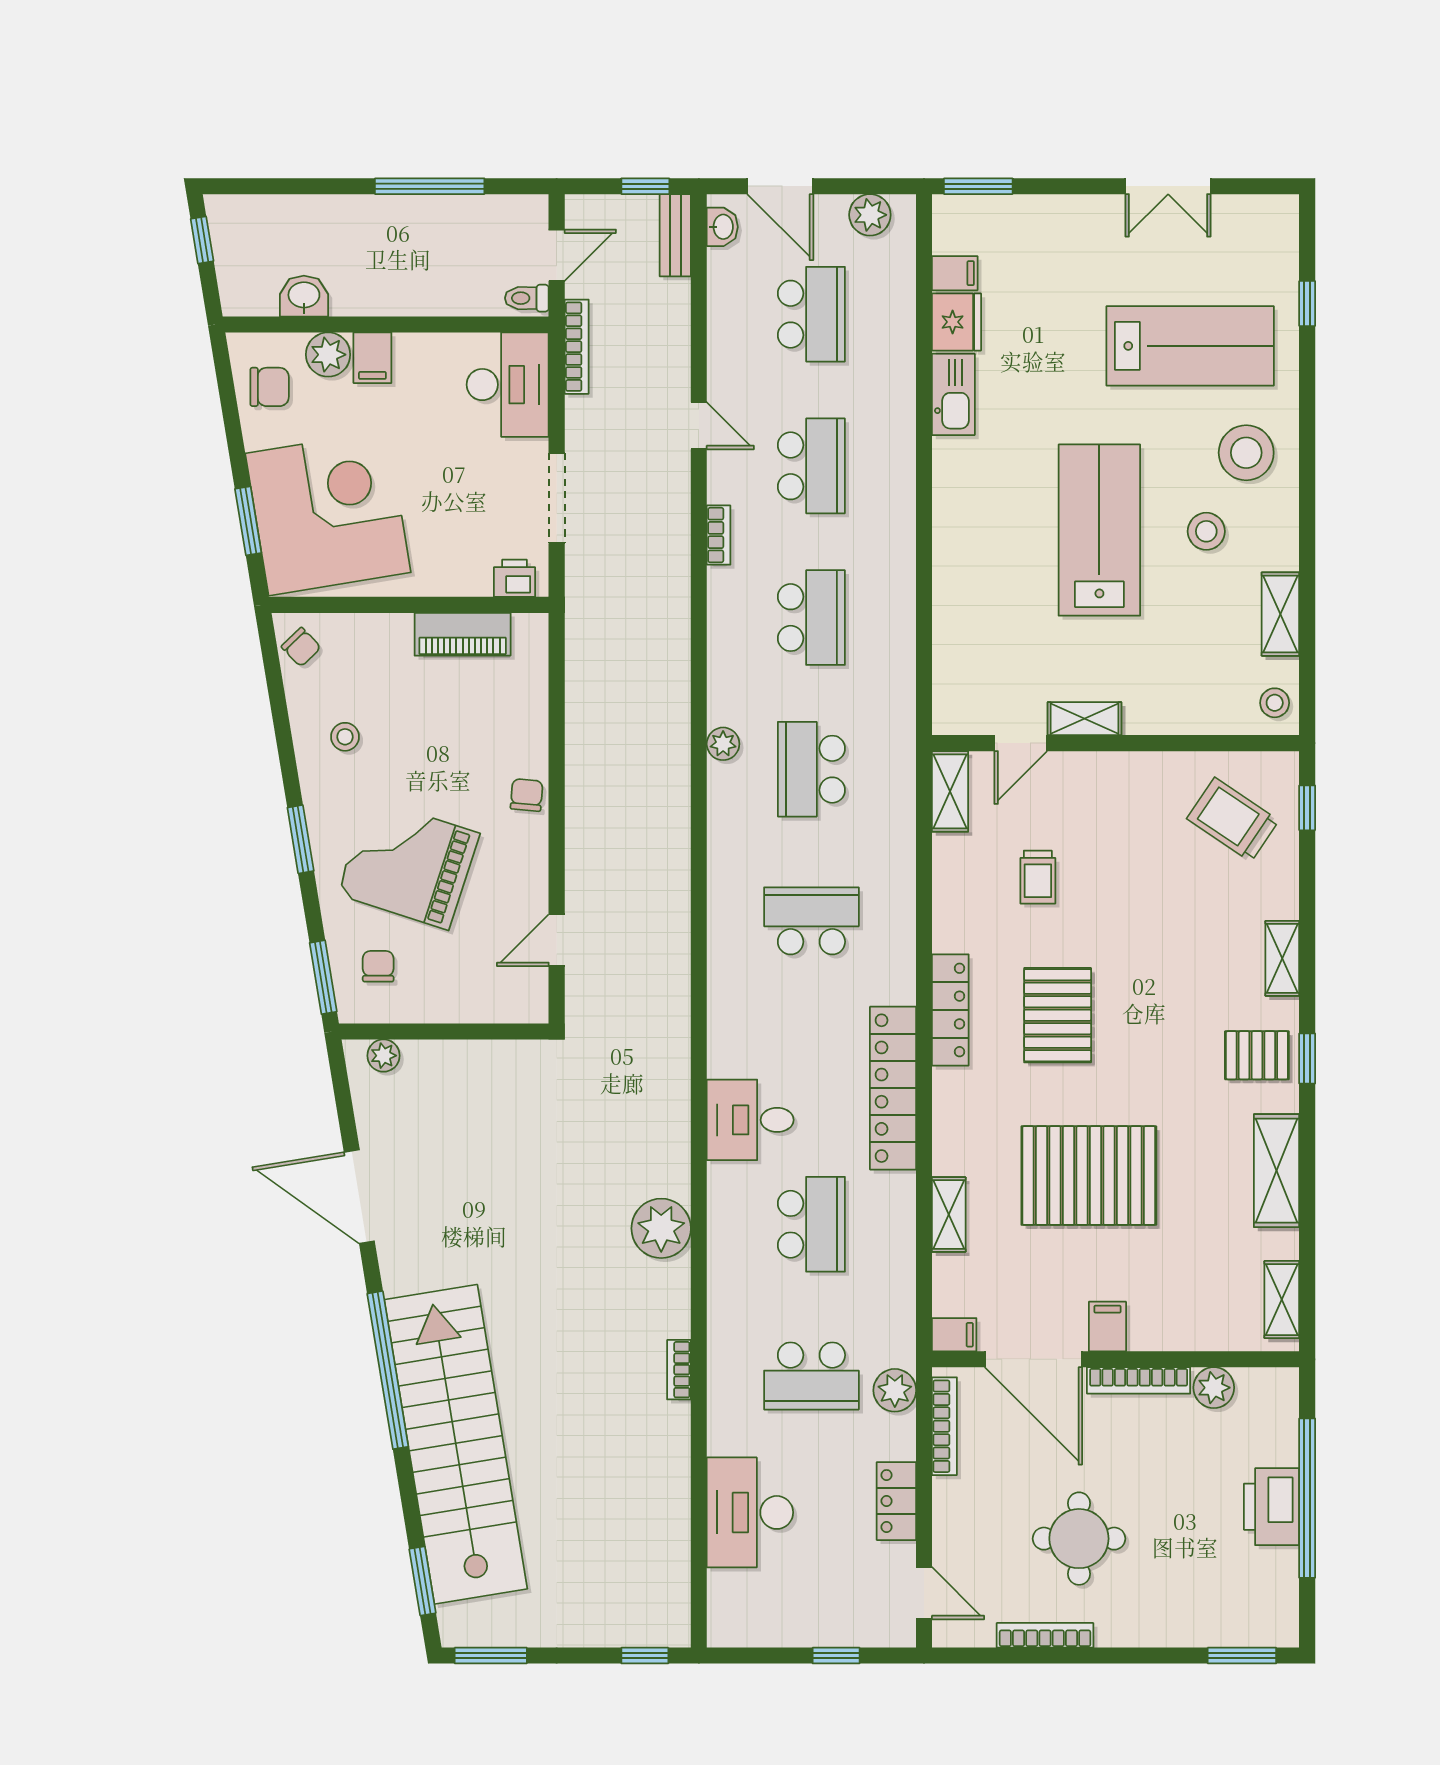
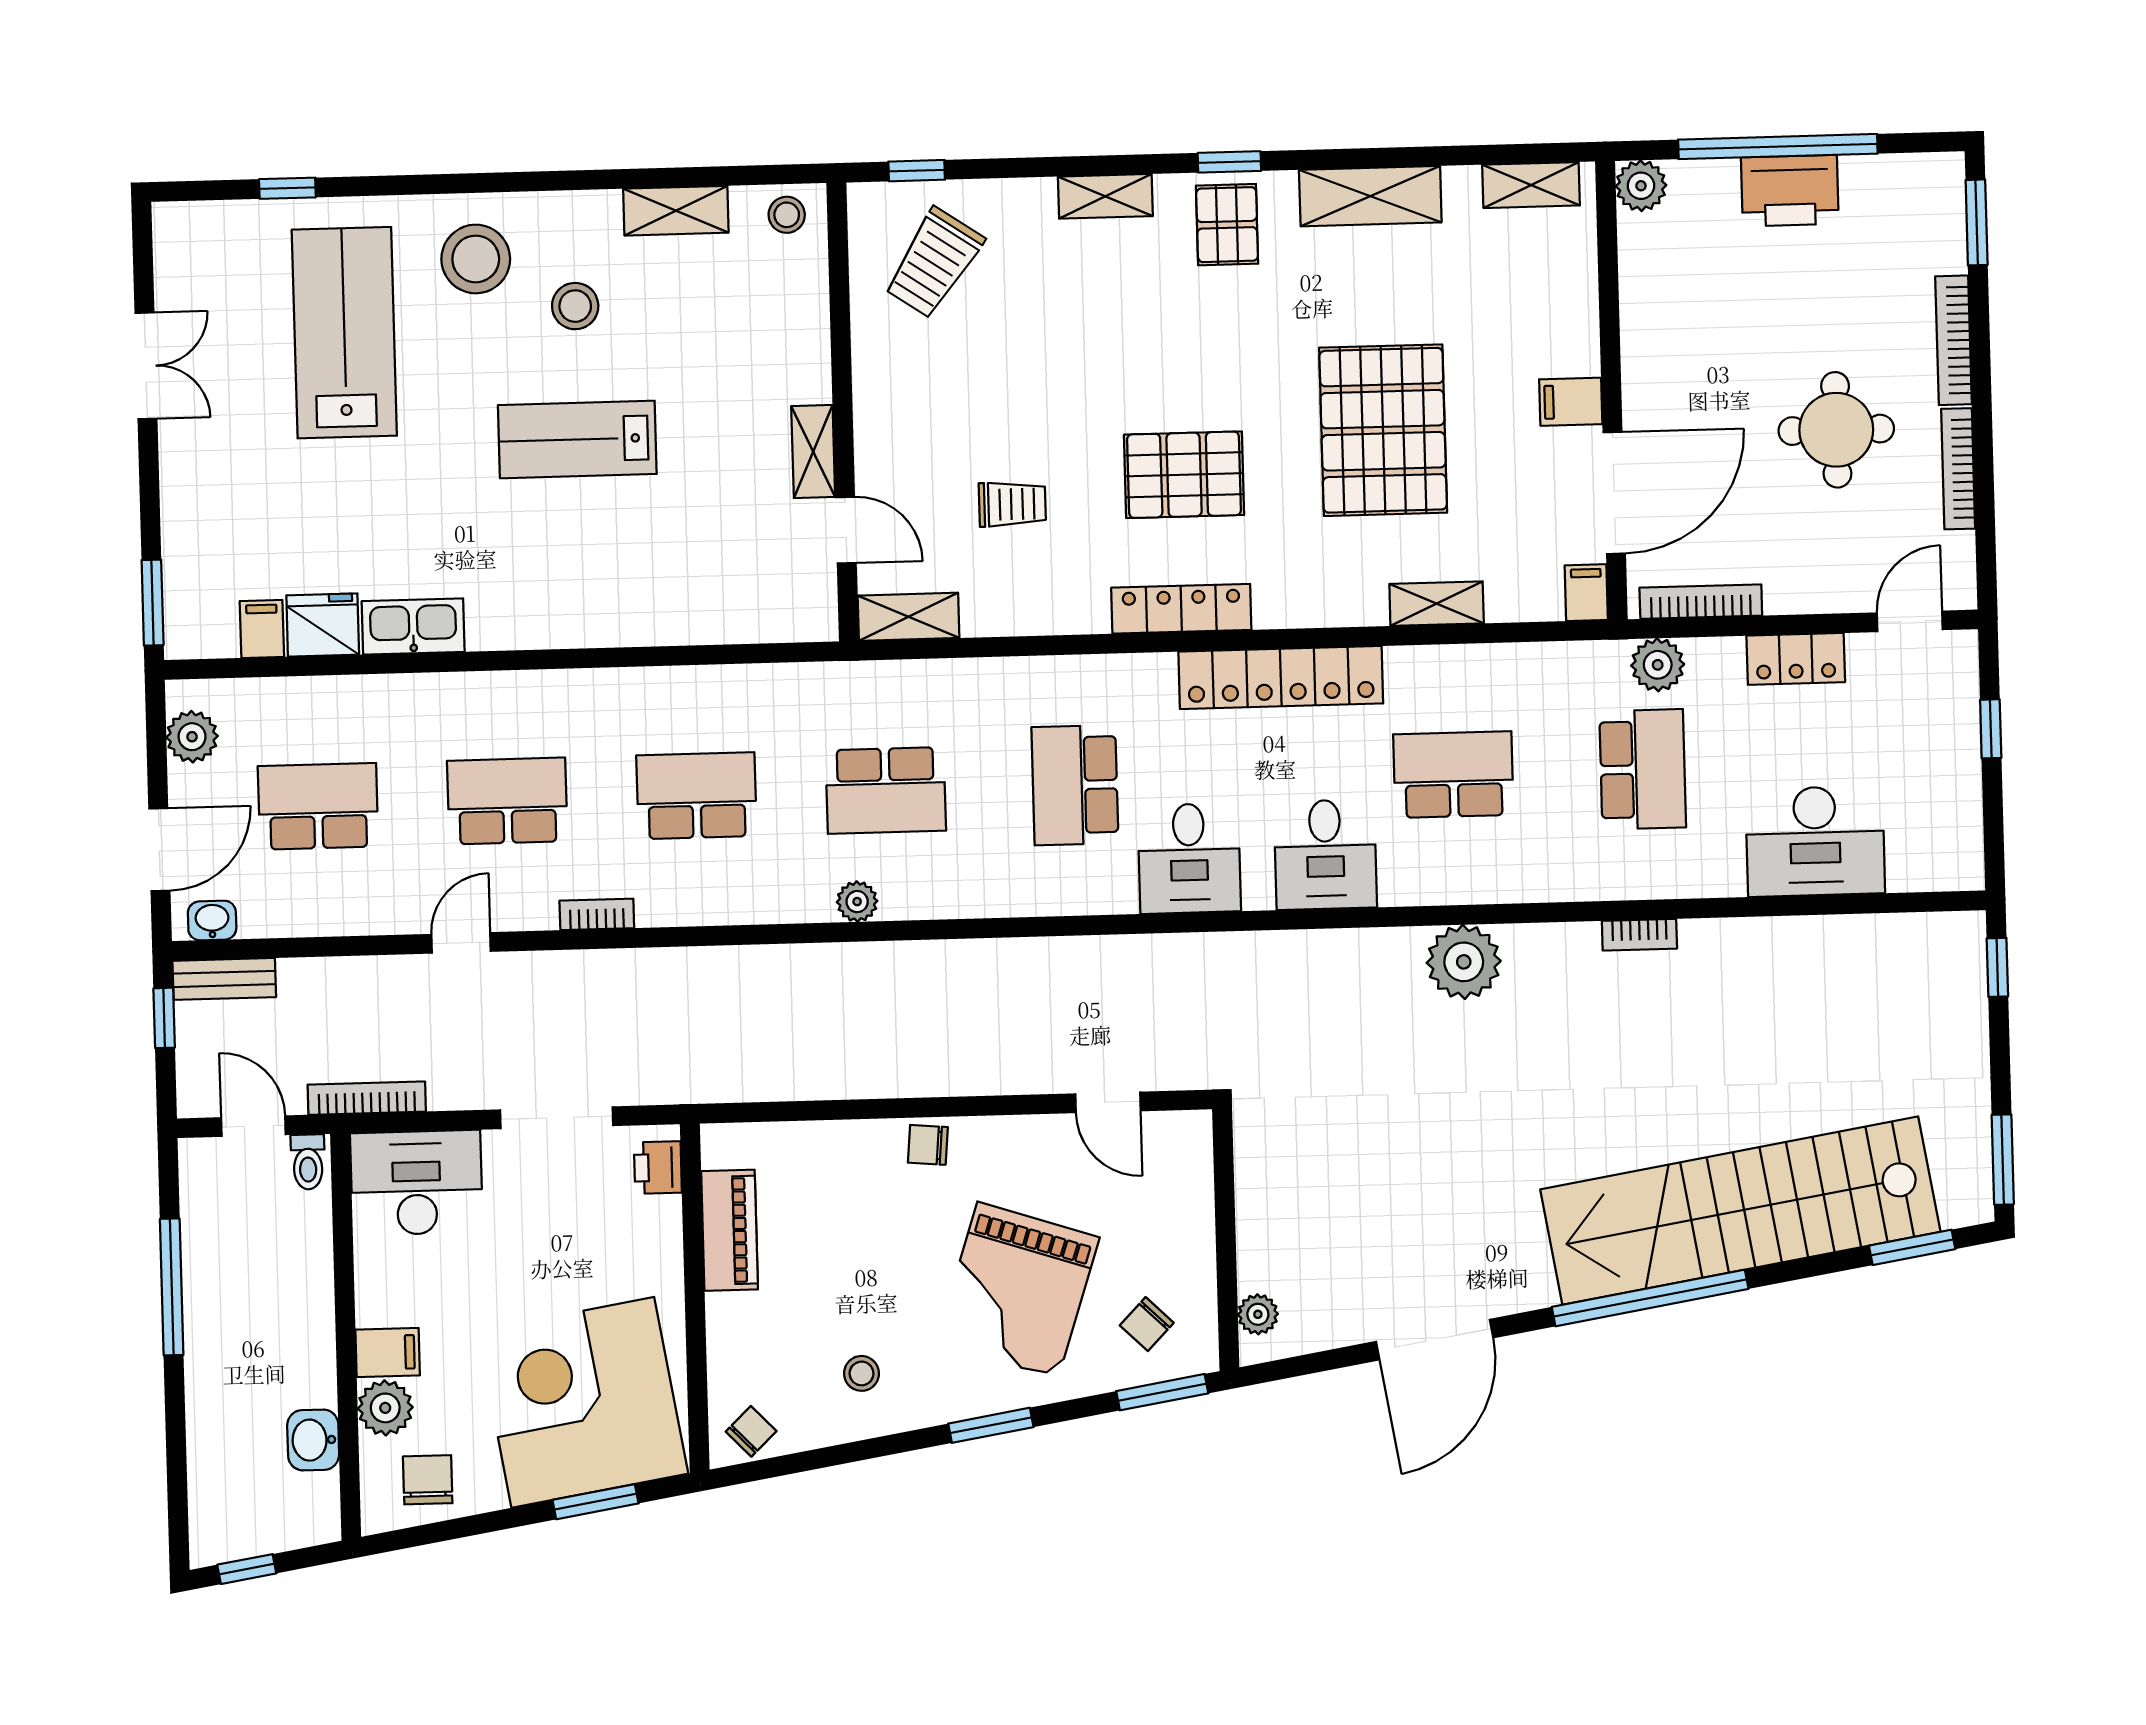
lab bench: (1099, 530) -> (577, 439), width x0.73, depth x0.72
chair: (378, 966) -> (1147, 1324), turned -46
desk: (750, 1011) -> (1189, 858), added
bookcase: (1139, 1380) -> (1953, 340), moved, turned 180
plant: (1214, 1388) -> (1641, 186), moved

